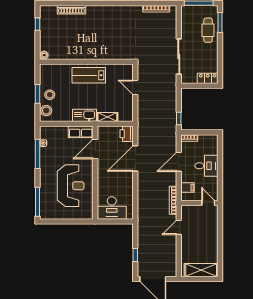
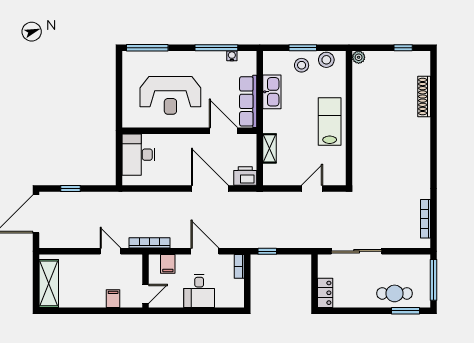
stool: (46, 111) -> (326, 60), moved
kitchen sink: (84, 115) -> (272, 92), moved
row of seats: (81, 132) -> (248, 101), width x1.48
filing cabinet: (212, 226) -> (113, 299), added

